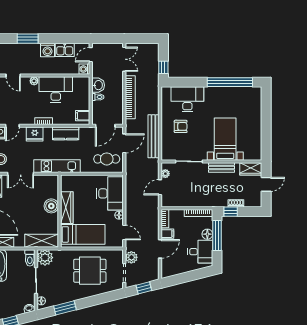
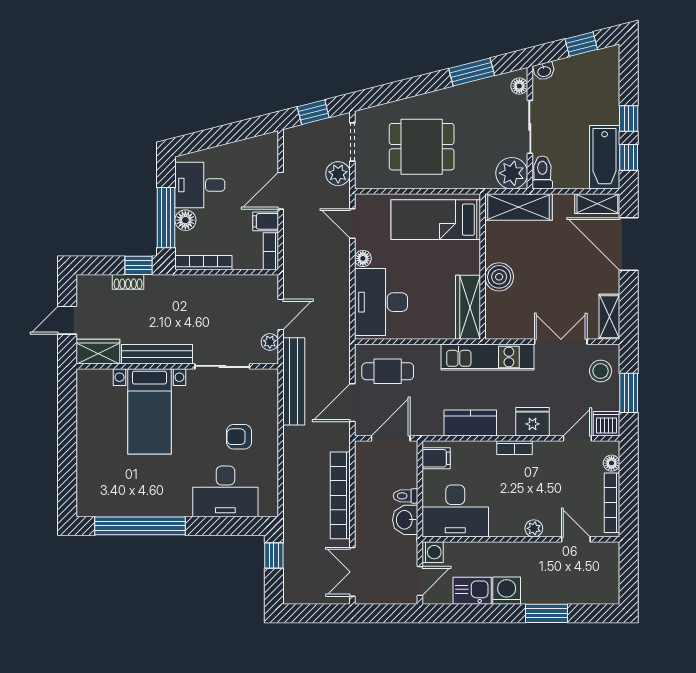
desk: (56, 90) -> (455, 511), moved
bench: (153, 136) -> (294, 381), moved
bench: (222, 167) -> (157, 354), width x1.36
wardrobe: (67, 208) -> (468, 307), moved

